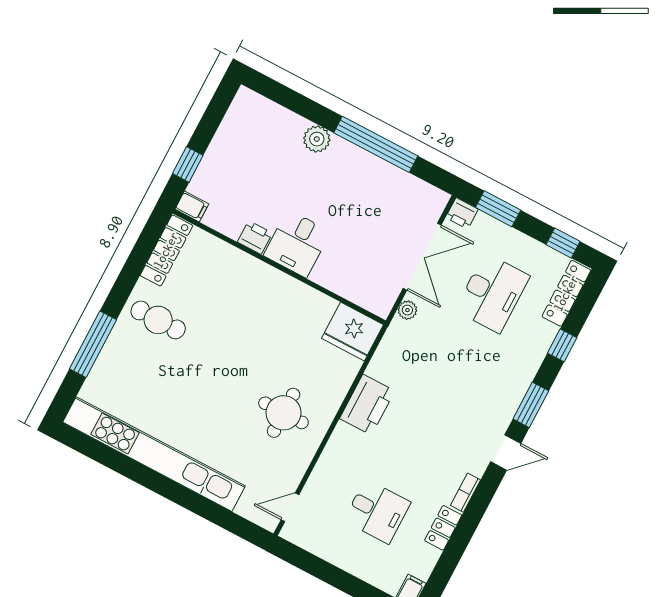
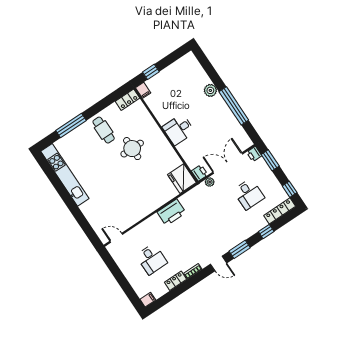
printer: (255, 237) -> (200, 173), moved
locker: (166, 250) -> (128, 100), width x0.66
double door: (422, 257) -> (228, 163), swing flipped
desk: (492, 293) -> (249, 194), width x0.73
round table: (284, 413) -> (132, 149), moved
kitchen unit: (154, 454) -> (65, 175), width x0.73

